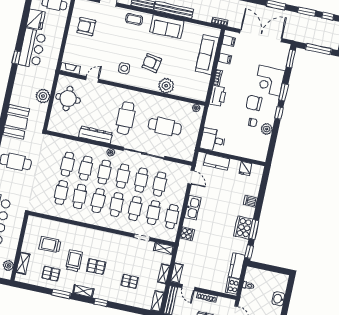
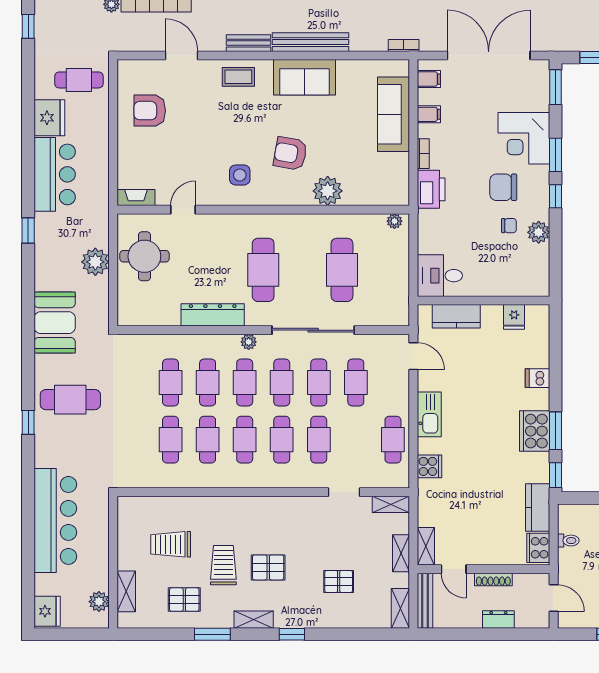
window: (16, 57) -> (28, 230), moved
cafe table: (165, 127) -> (342, 270), turned 90
cafe table: (153, 213) -> (356, 440), removed

